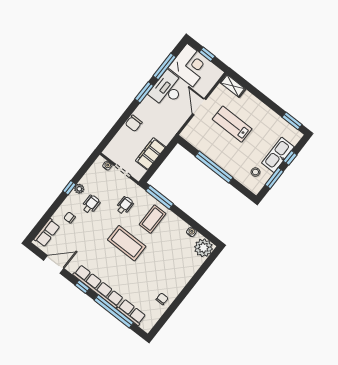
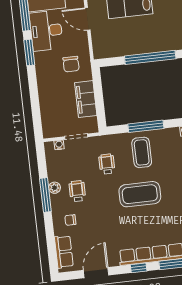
chair: (134, 123) -> (71, 64), moved
window: (69, 188) -> (45, 195), width x2.17
window: (160, 197) -> (146, 126), moved

